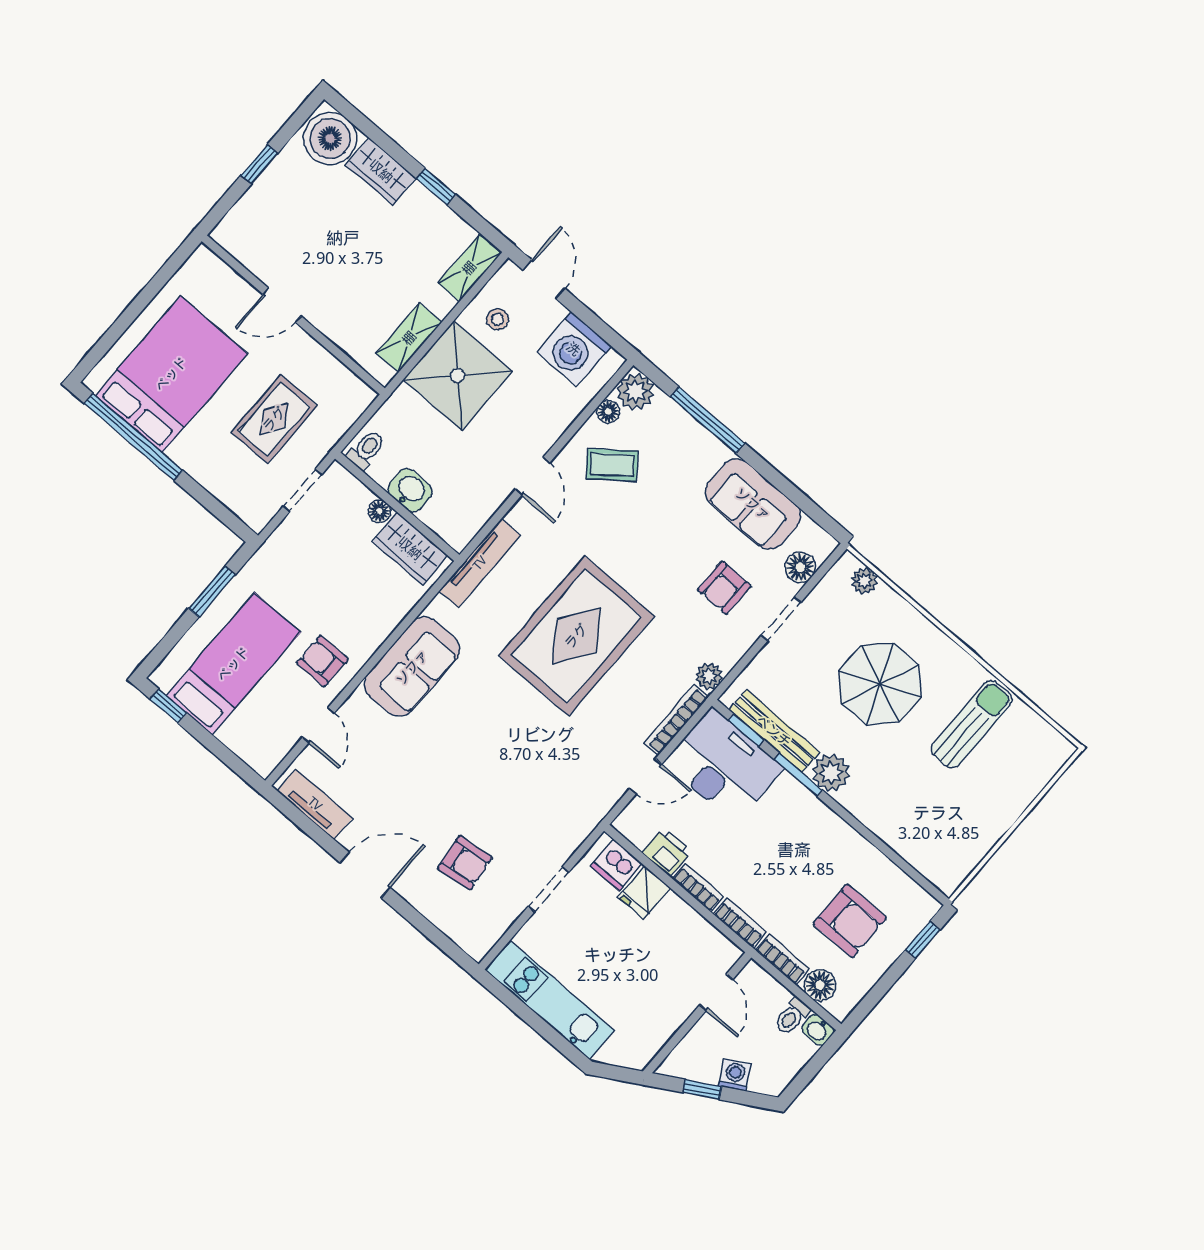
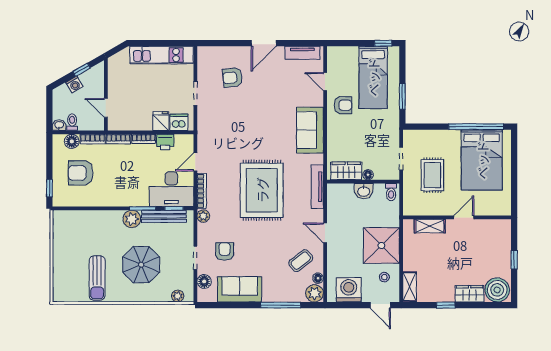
shelving: (409, 338) -> (430, 226), moved, turned 90

